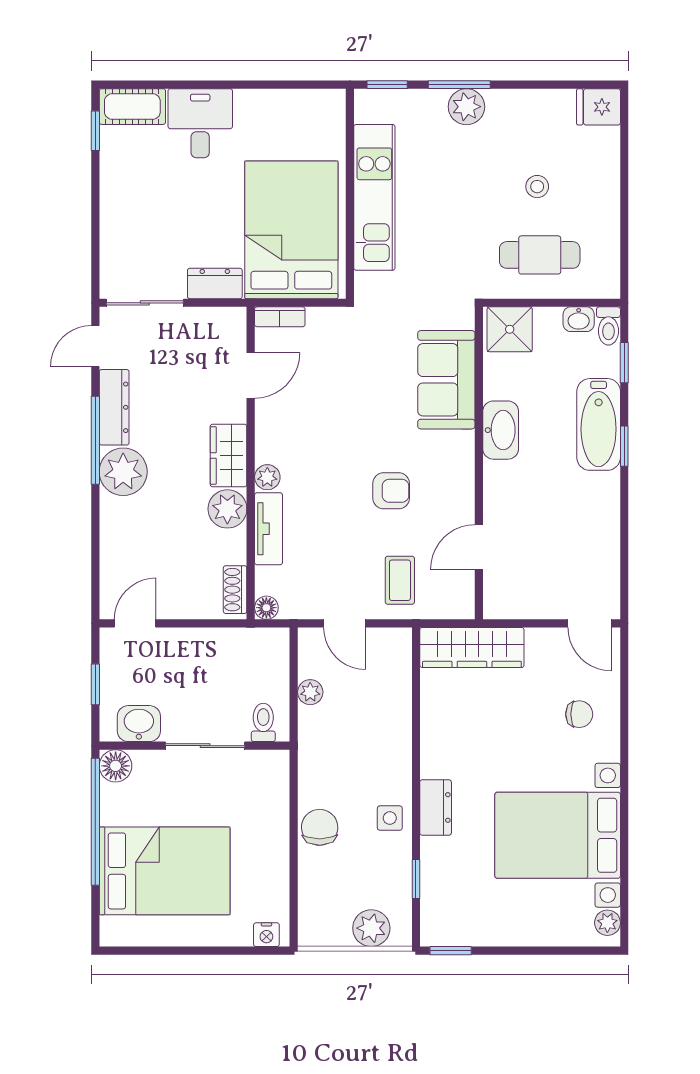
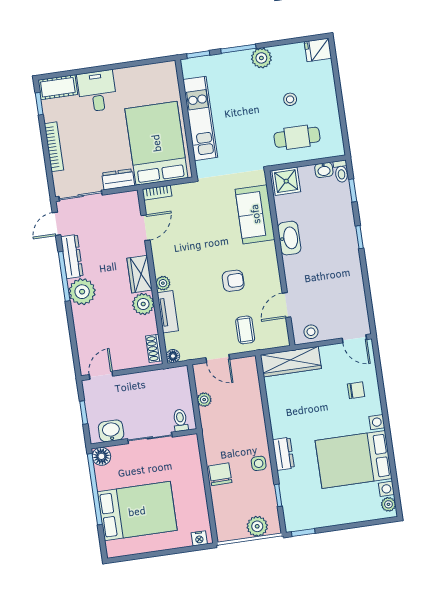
plant: (466, 107) -> (261, 58), moved
bookcase: (110, 210) -> (54, 147), added
bathtub: (599, 424) -> (343, 227), removed
stool: (515, 600) -> (311, 332), added

